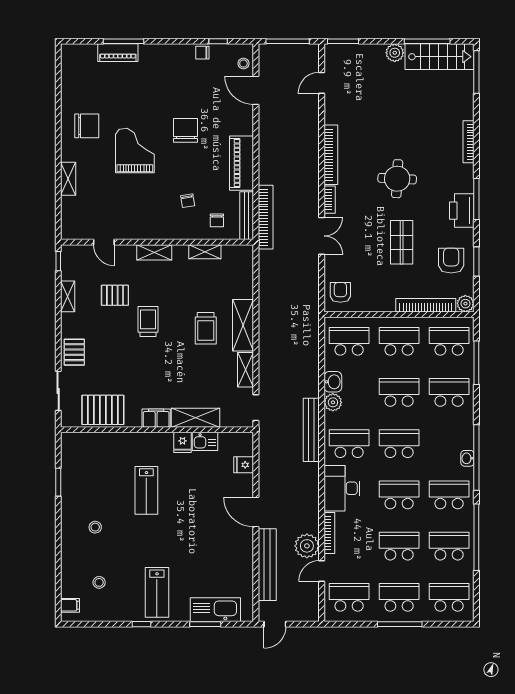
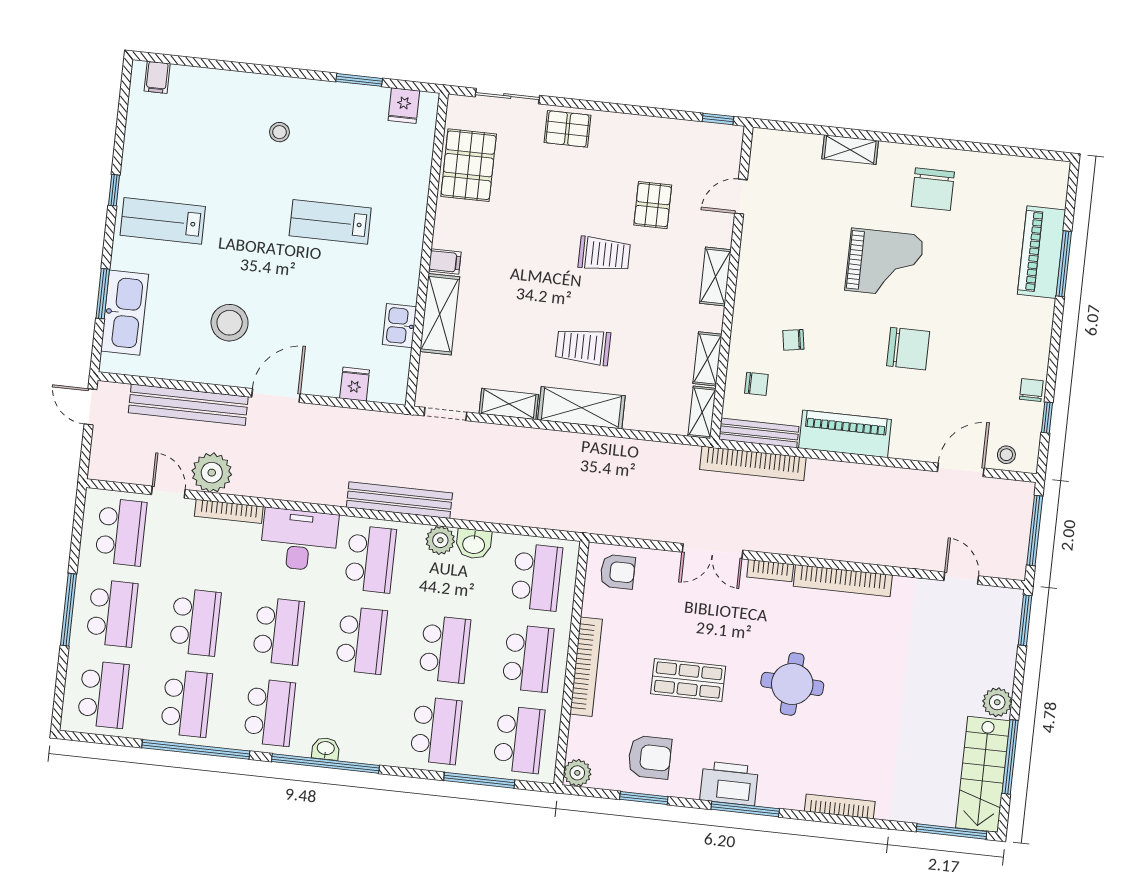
piano: (118, 53) -> (1041, 252), width x1.37, depth x1.33
chair: (217, 220) -> (756, 384), turned 180
shelving: (68, 296) -> (702, 412), moved, turned 90
bookcase: (426, 305) -> (586, 667), moved
filing cabinet: (156, 418) -> (445, 262), width x0.50
fridge: (183, 442) -> (404, 106), moved, turned -90
stool: (99, 582) -> (230, 323), moved, width x1.89, depth x1.89

